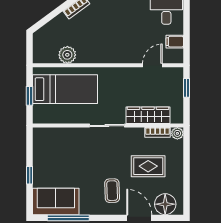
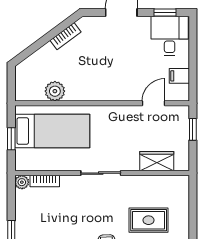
wardrobe: (148, 115) -> (157, 161), width x0.67
bookcase: (158, 132) -> (45, 181), moved
plant: (177, 133) -> (22, 182), moved

